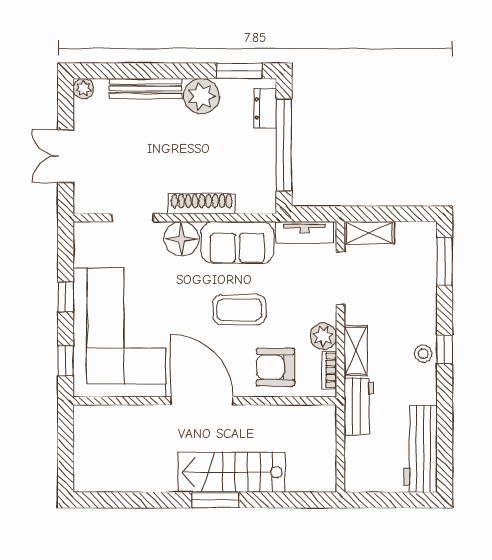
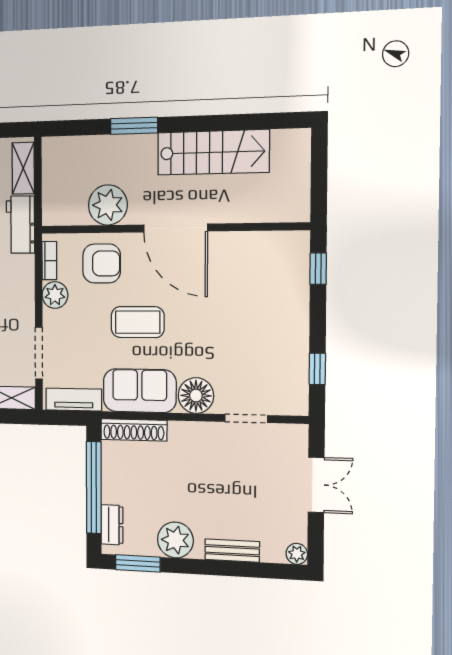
bench: (146, 89) -> (232, 551), width x0.73
shoe rack: (202, 204) -> (134, 430), moved
window: (66, 297) -> (317, 369), moved
corner sofa: (119, 332) -> (261, 299), removed
shelving: (356, 351) -> (23, 168), moved
plant: (269, 424) -> (108, 205), added
stairs: (232, 472) -> (213, 152), moved
window: (216, 500) -> (134, 126), moved

